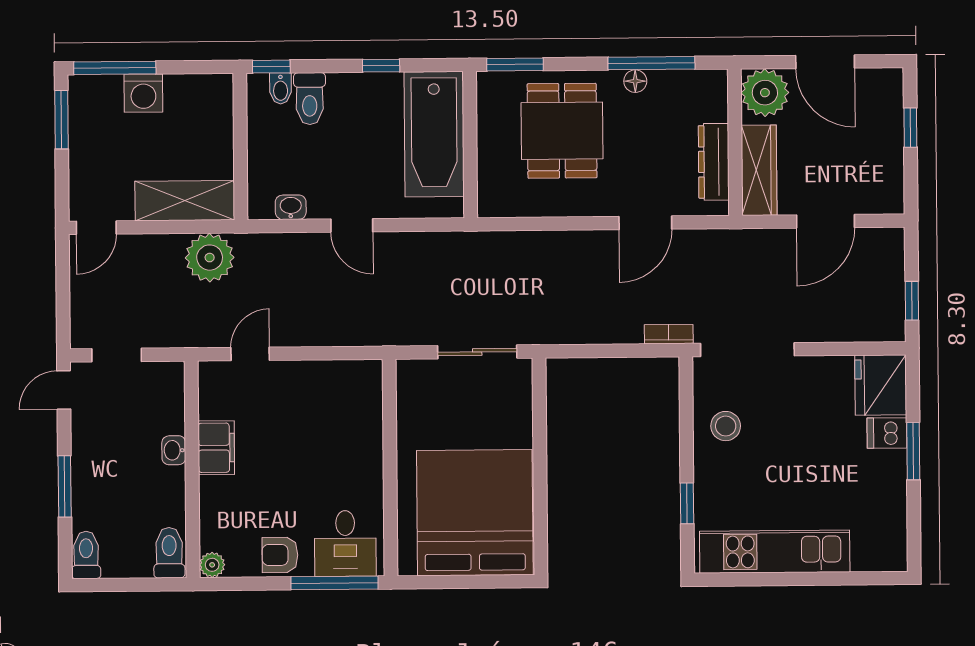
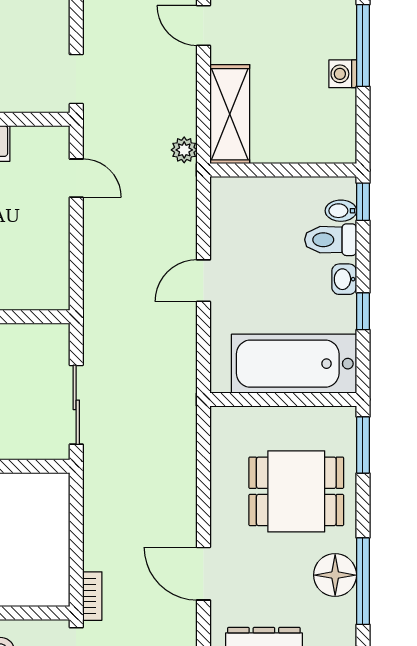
floor lamp: (635, 81) -> (335, 575), width x1.89, depth x1.89
washing machine: (143, 93) -> (343, 74), width x0.73, depth x0.73
washbasin: (291, 207) -> (344, 279), moved, turned 180
plant: (210, 258) -> (184, 150), width x0.53, depth x0.53
doorway: (117, 355) -> (76, 79), moved

